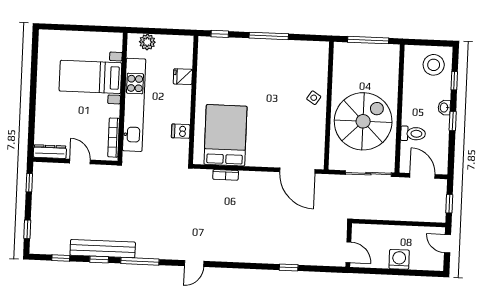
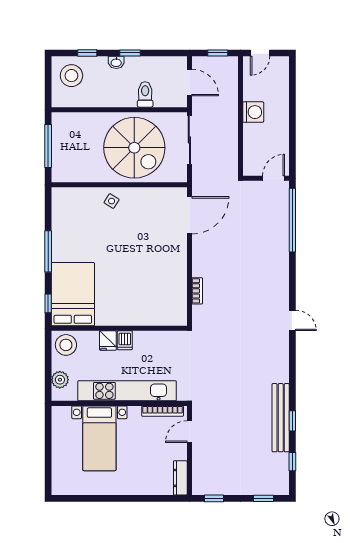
stool: (180, 49) -> (66, 345), added
fridge: (183, 77) -> (108, 341), moved
spiral stairs: (363, 121) -> (134, 148), turned 180
dishwasher: (181, 131) -> (125, 340), moved
bed: (226, 135) -> (73, 294), moved, turned 90
door: (80, 161) -> (189, 432), moved
door: (422, 176) -> (189, 82), swing flipped
wall: (349, 245) -> (266, 178), moved
door: (348, 252) -> (274, 178), moved
washing machine: (399, 259) -> (253, 112), moved, turned 180
window: (140, 261) -> (292, 378), removed
window: (289, 268) -> (292, 220), width x3.17

